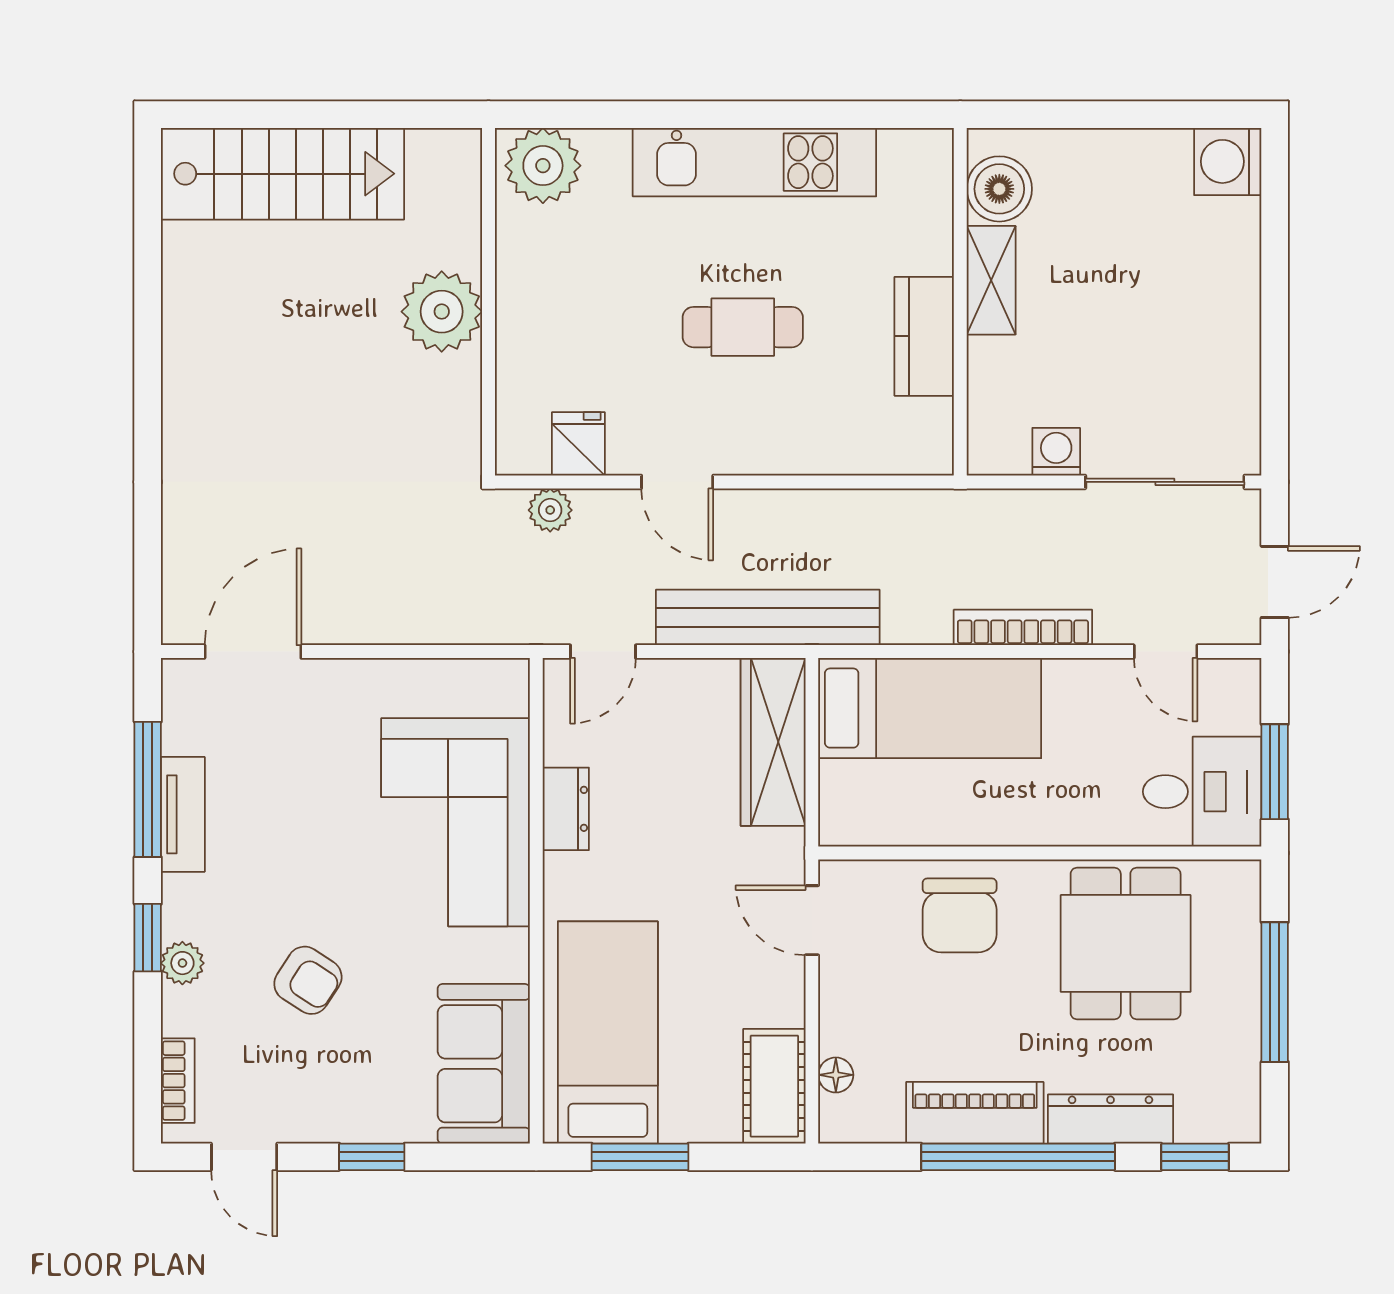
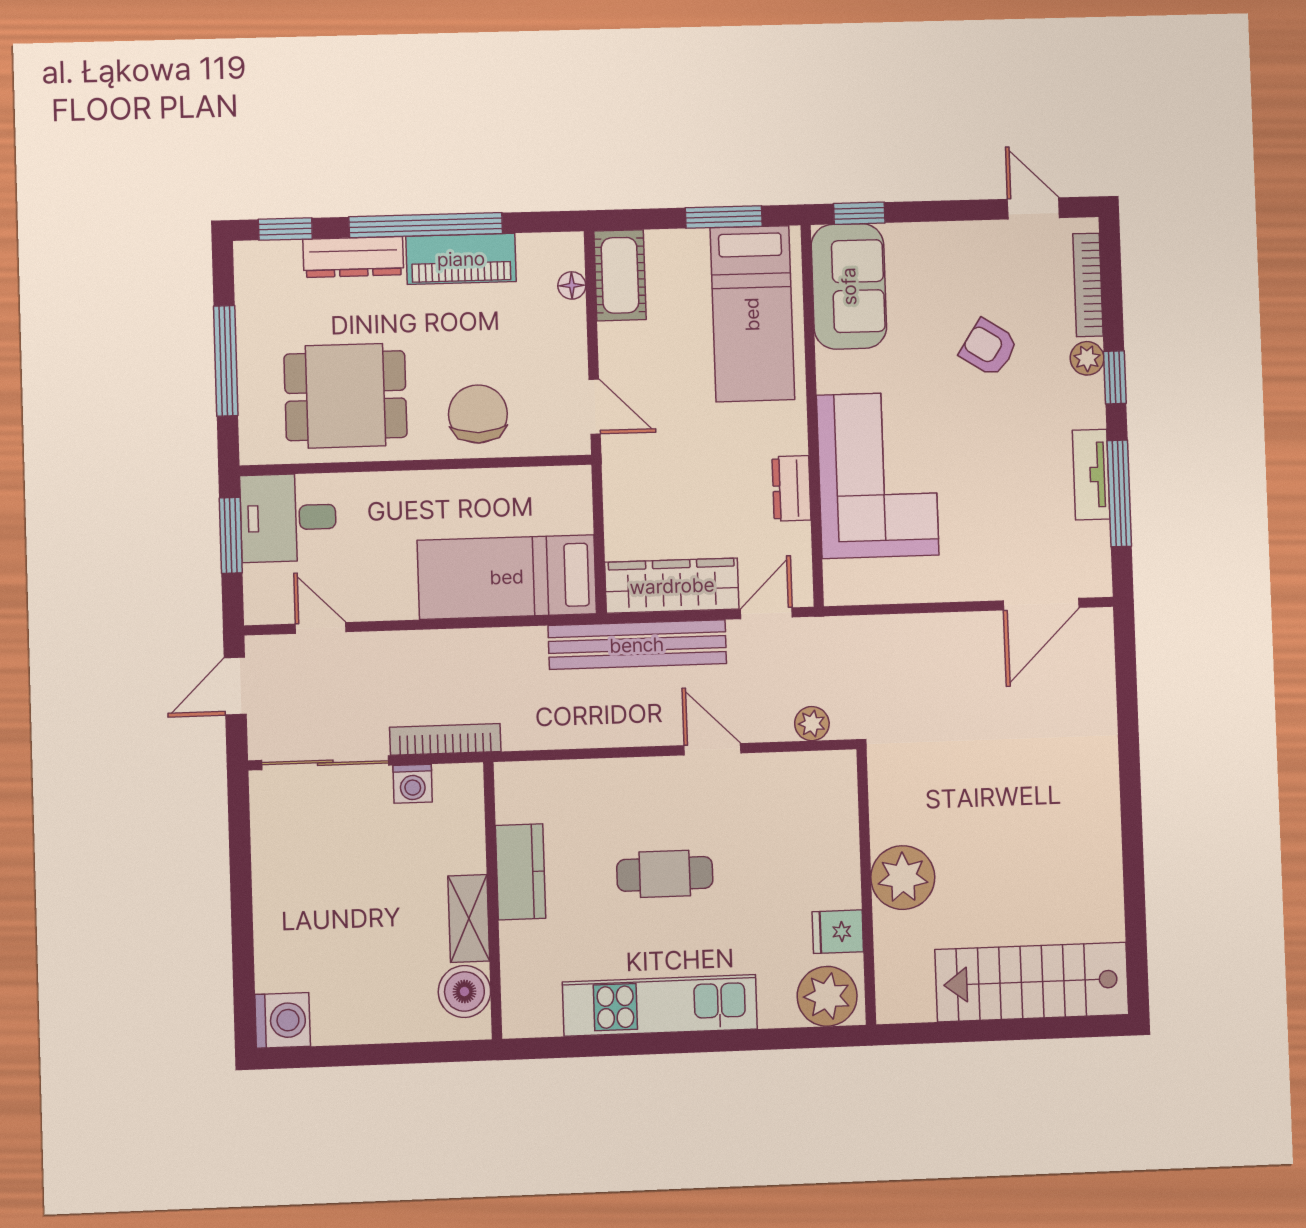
fridge: (578, 444) -> (838, 932), moved, turned 90
bookcase: (1023, 627) -> (445, 739), moved, turned 180
wardrobe: (773, 742) -> (672, 586), moved, turned -90
dining table: (1126, 943) -> (346, 396), turned 90
bookcase: (178, 1081) -> (1088, 285), width x1.56
window: (372, 1157) -> (859, 213), moved

